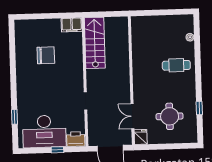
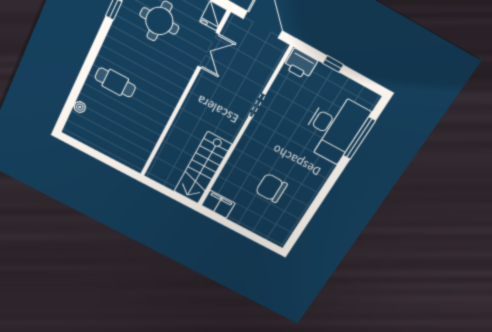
window: (14, 117) -> (359, 138), width x2.17
desk: (44, 131) -> (334, 127), moved, turned 90

